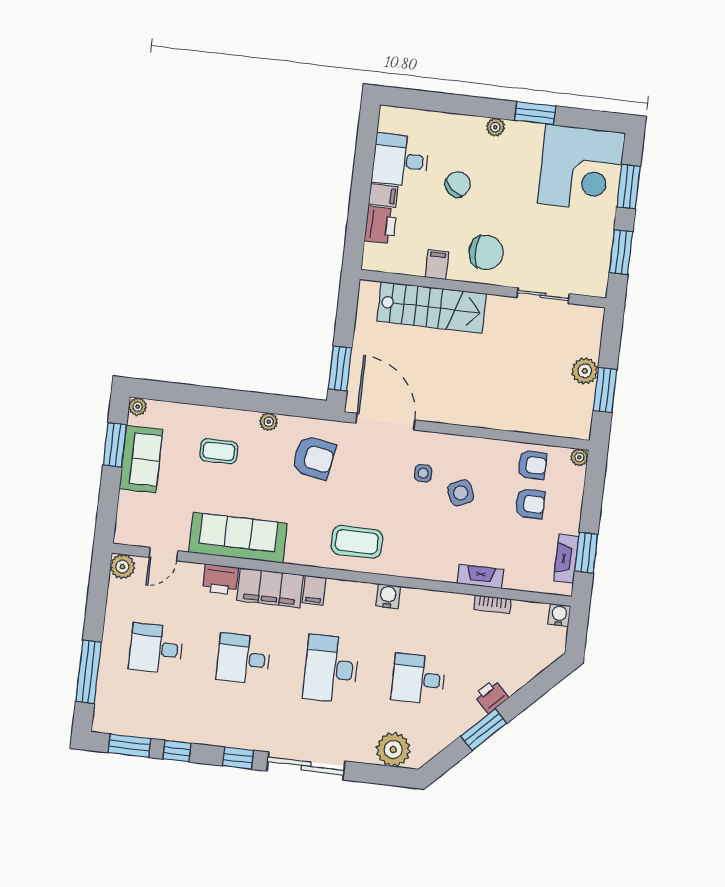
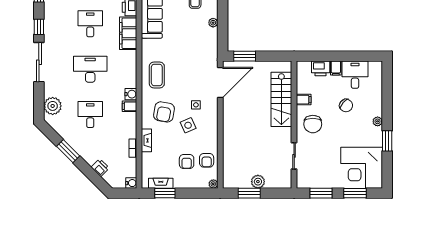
armchair: (314, 458) -> (164, 112), moved
filing cabinet: (314, 590) -> (130, 106), moved
printer: (491, 696) -> (100, 168), moved

